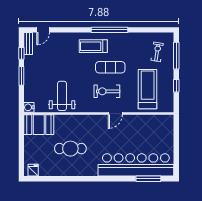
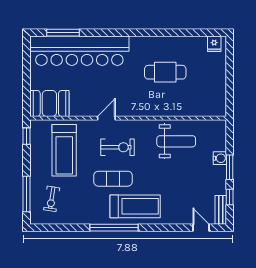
door: (43, 30) -> (201, 228), hinge flipped
treadmill: (93, 46) -> (135, 206), width x1.37, depth x1.38
window: (176, 86) -> (27, 136), moved
weight bench: (62, 96) -> (176, 141), turned -90
water cooler: (29, 107) -> (220, 158), moved
booth: (39, 125) -> (49, 103), moved

